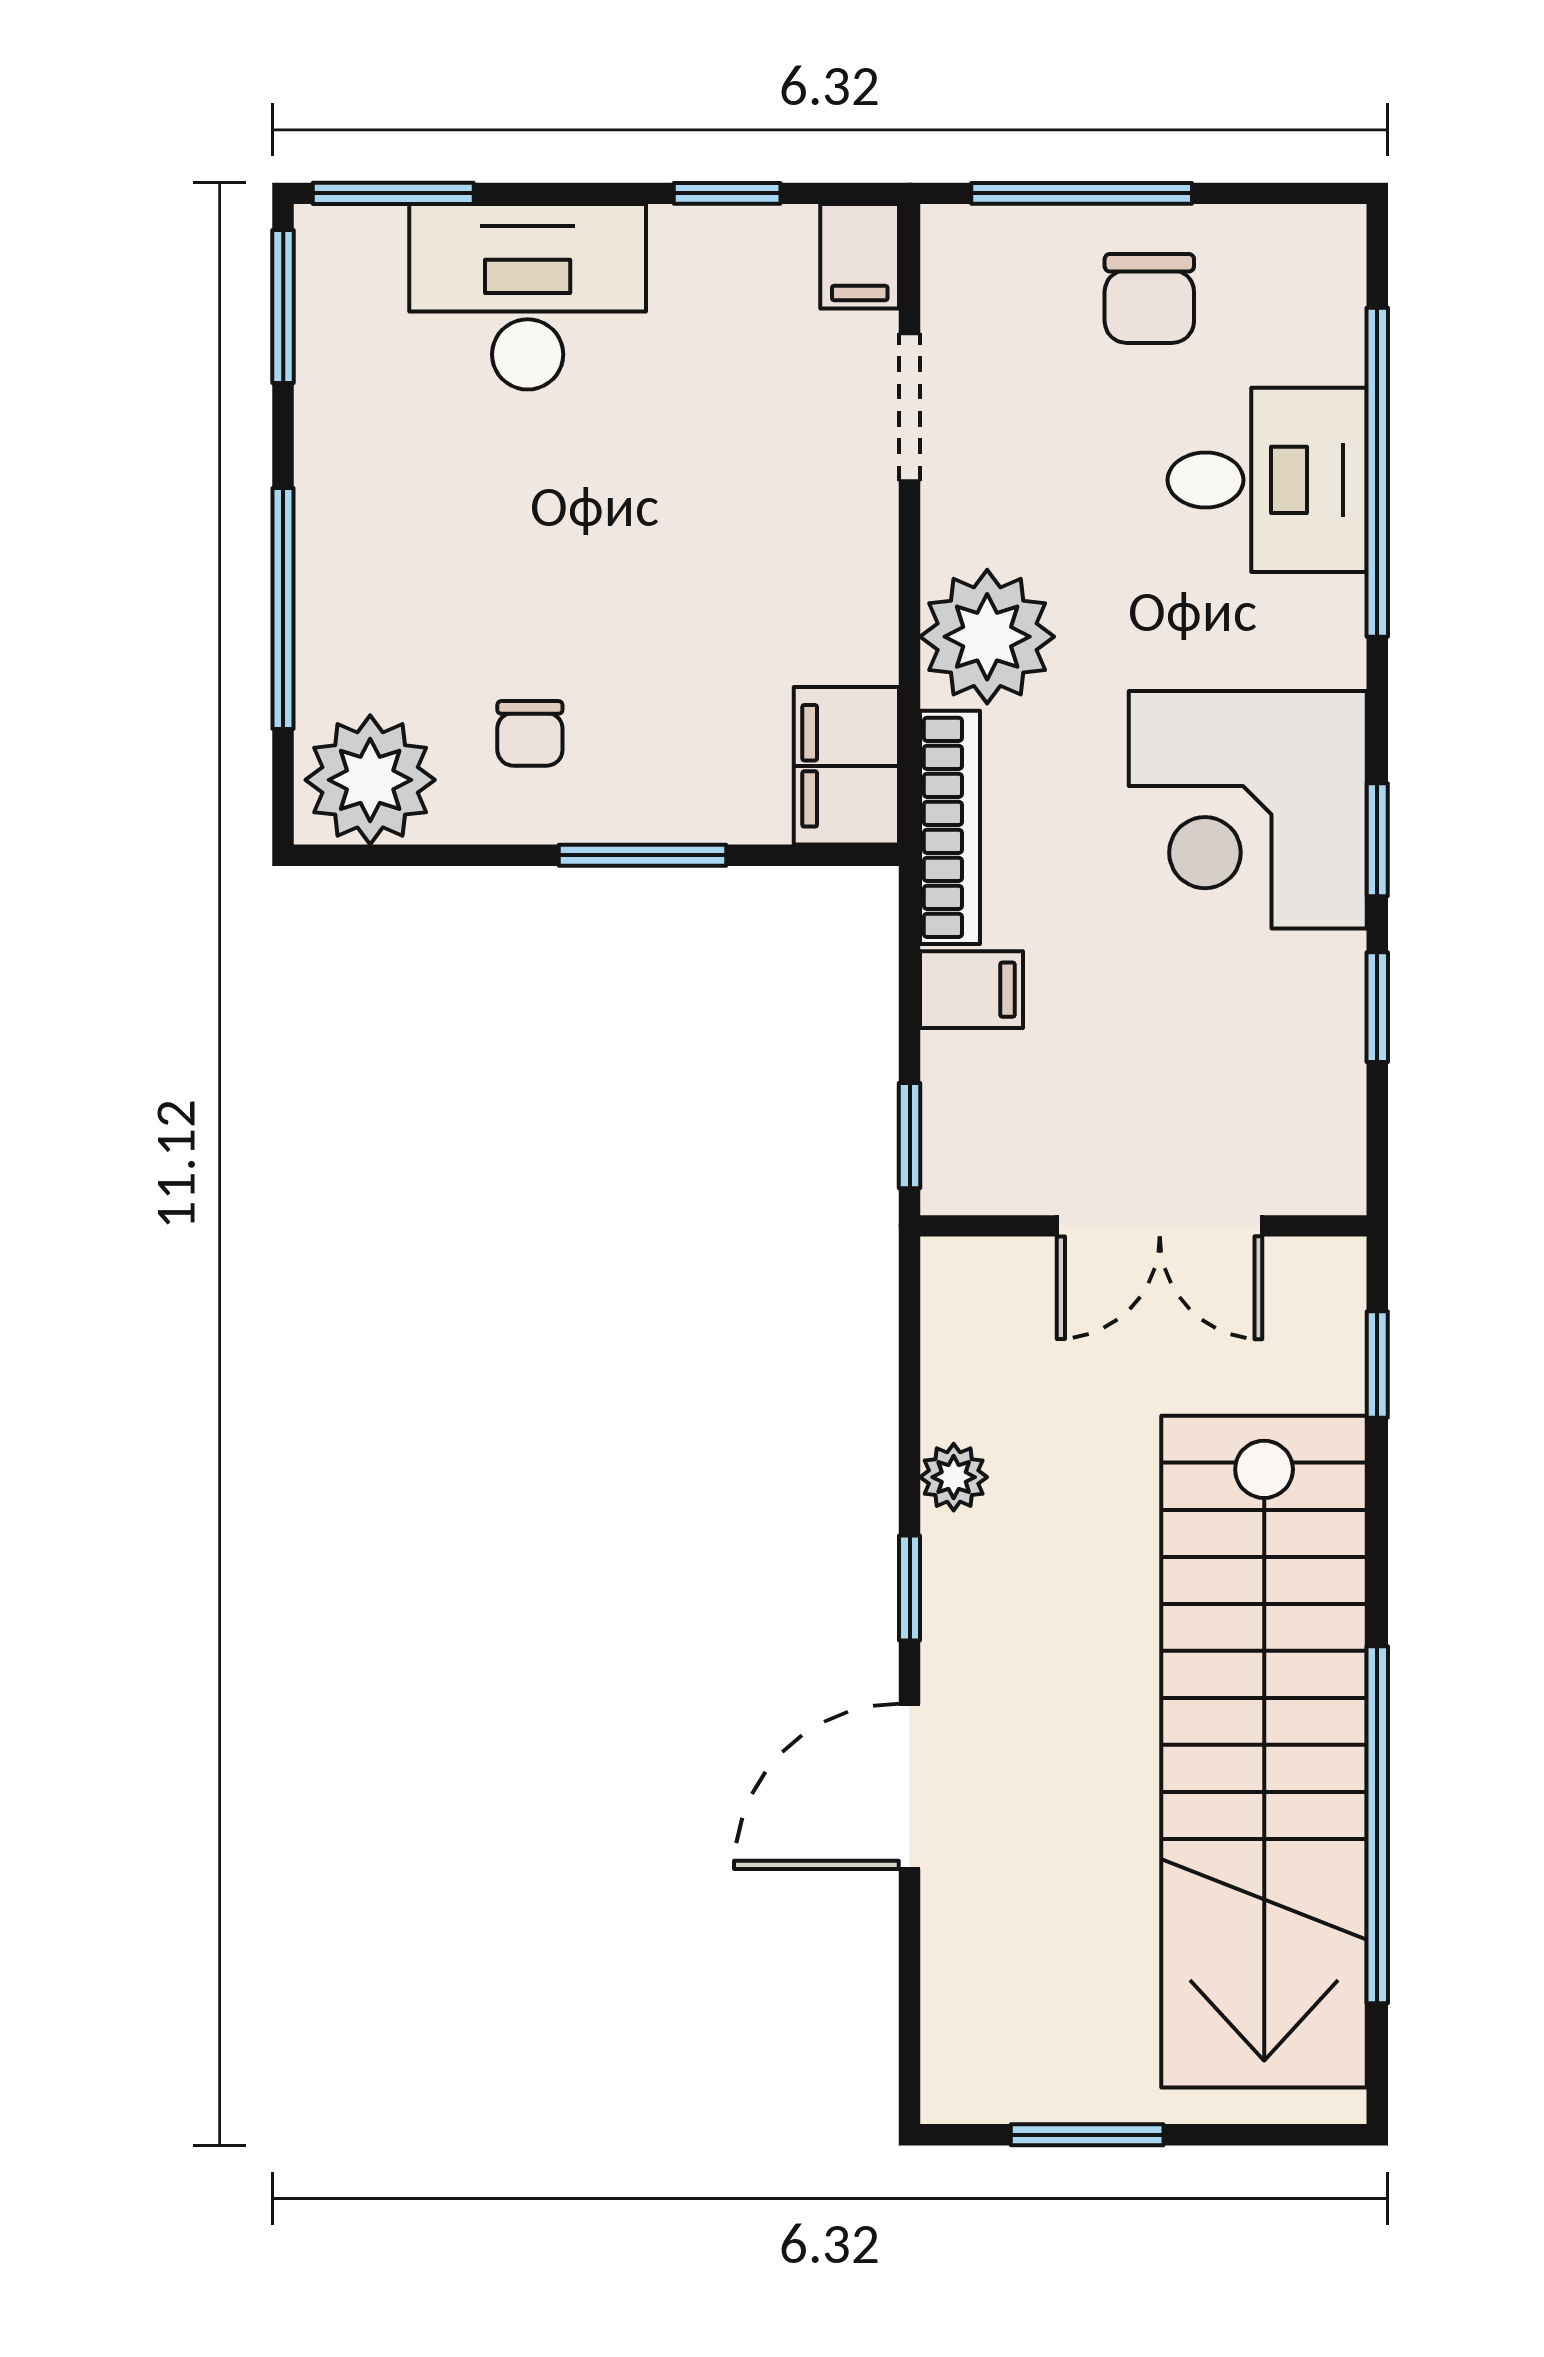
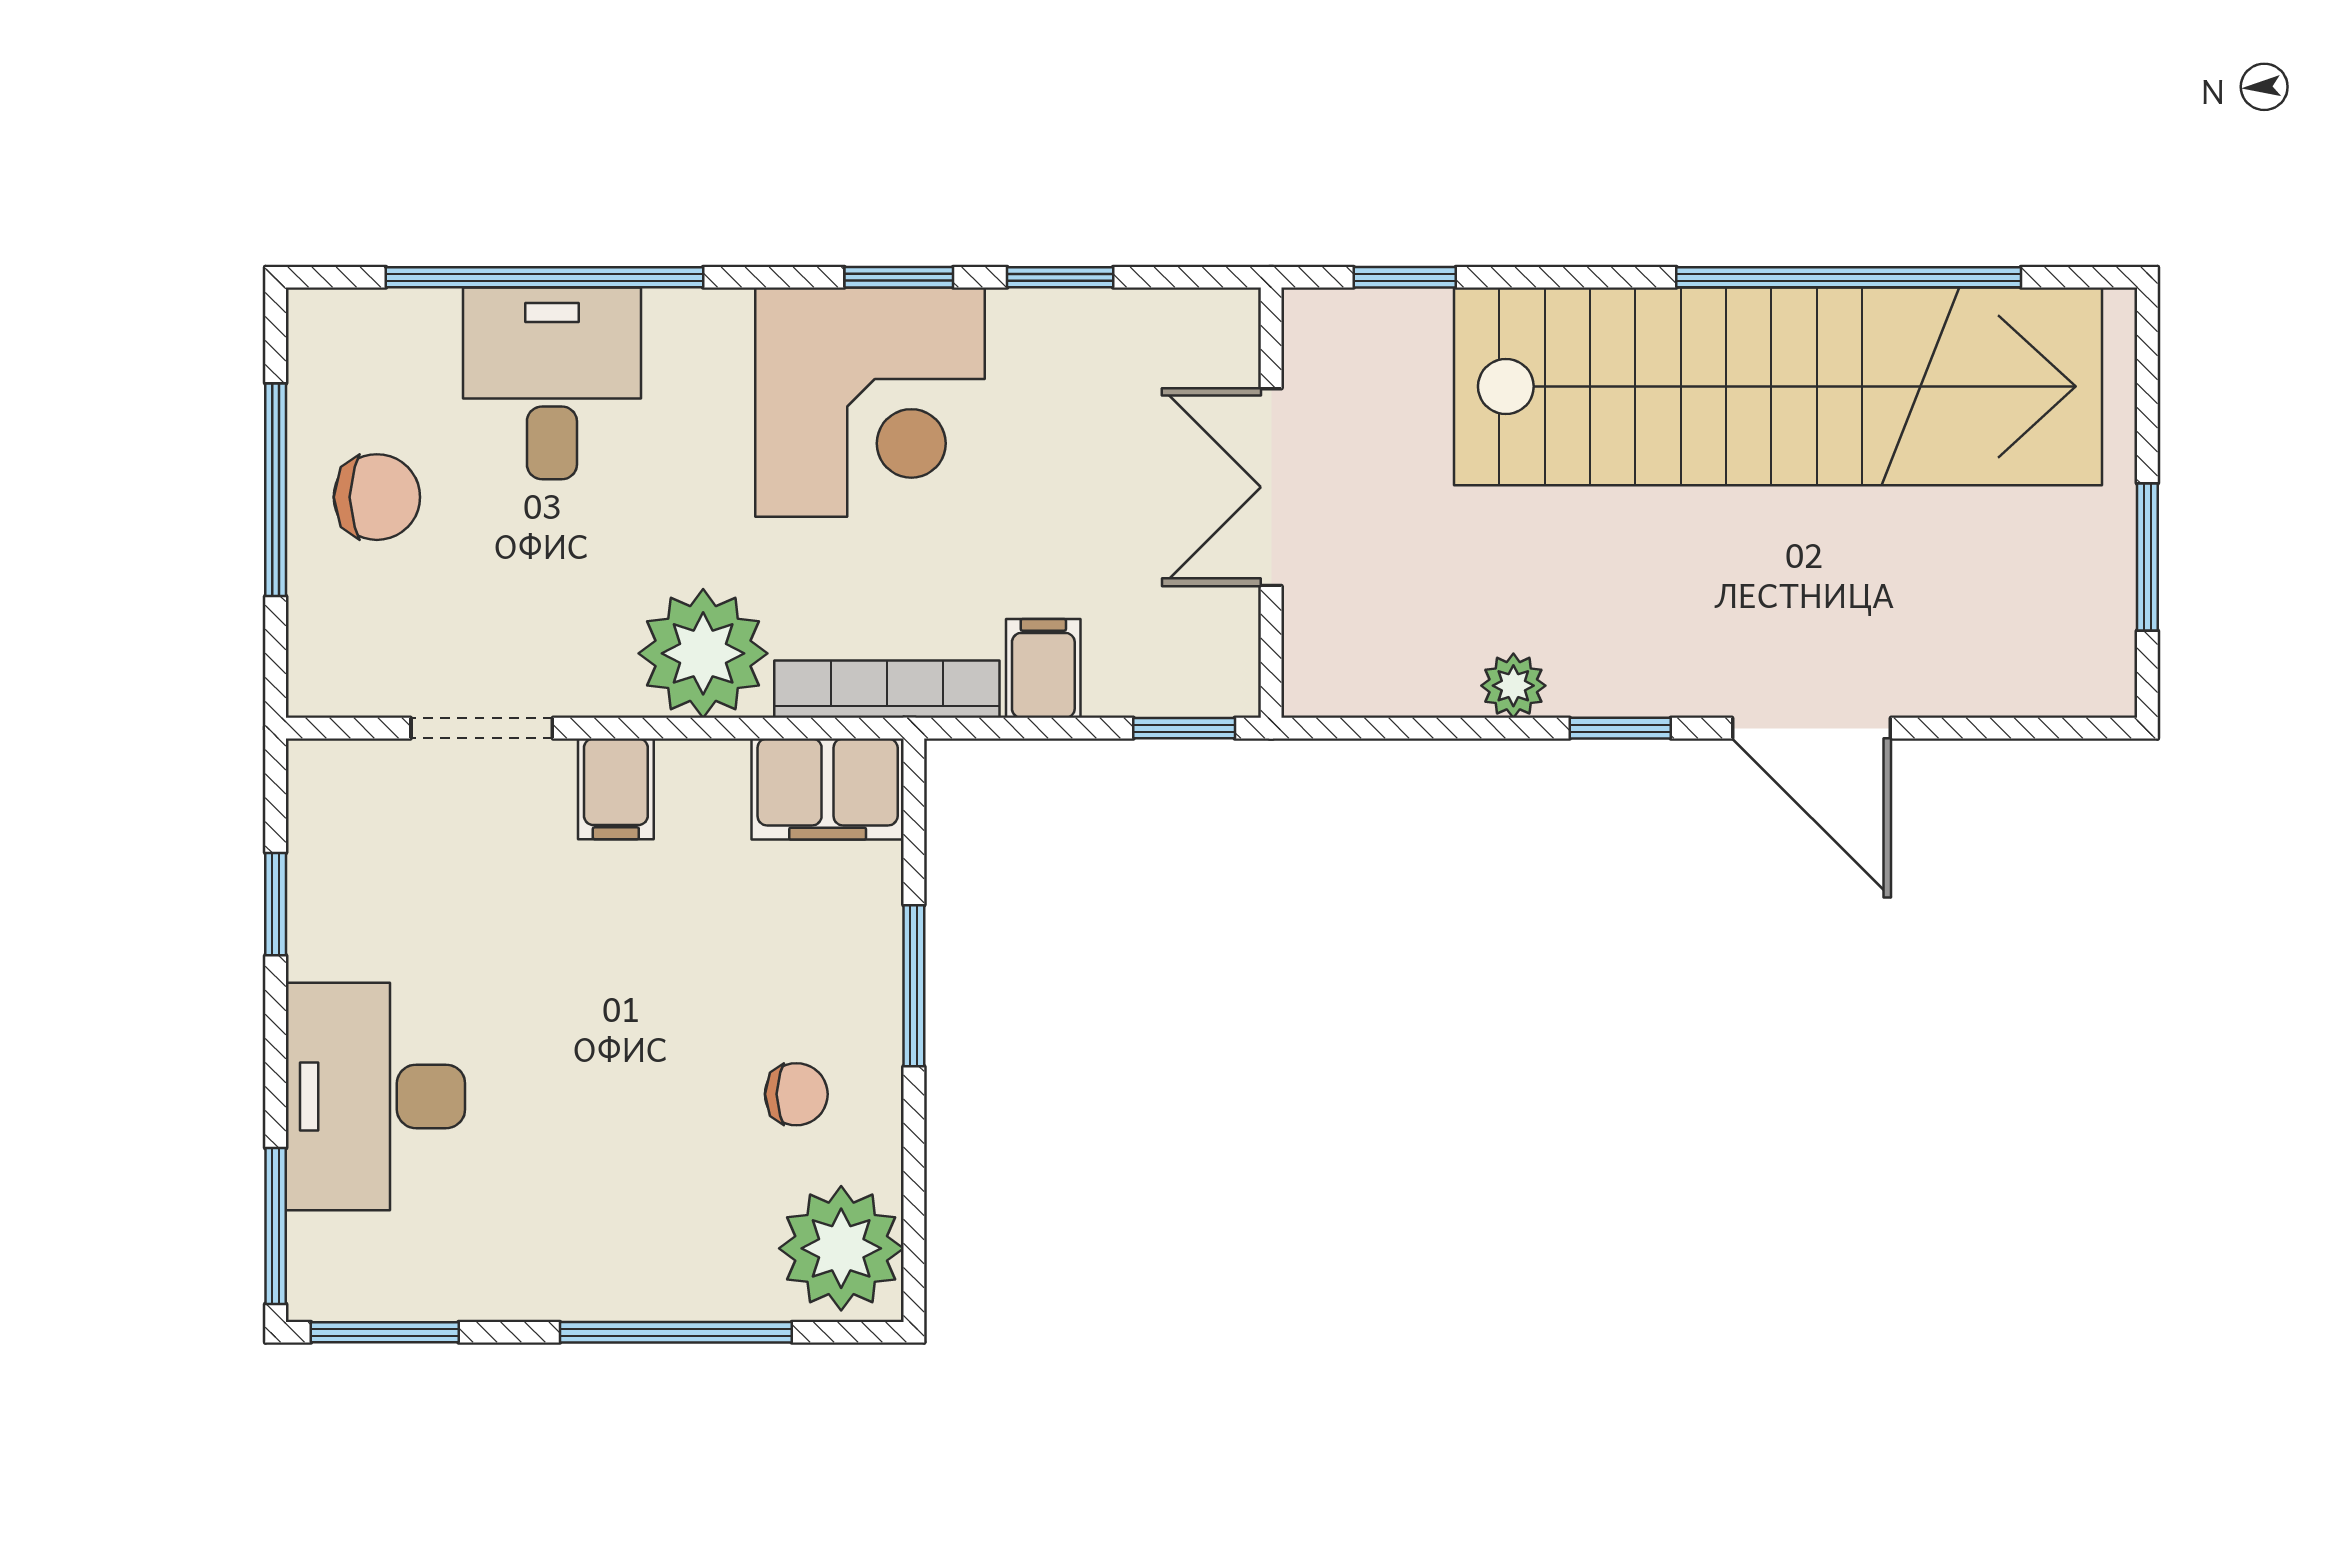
window: (1082, 193) -> (276, 490), moved
filing cabinet: (860, 256) -> (616, 789), moved, turned 90
double door: (1160, 1226) -> (1271, 487), swing flipped

